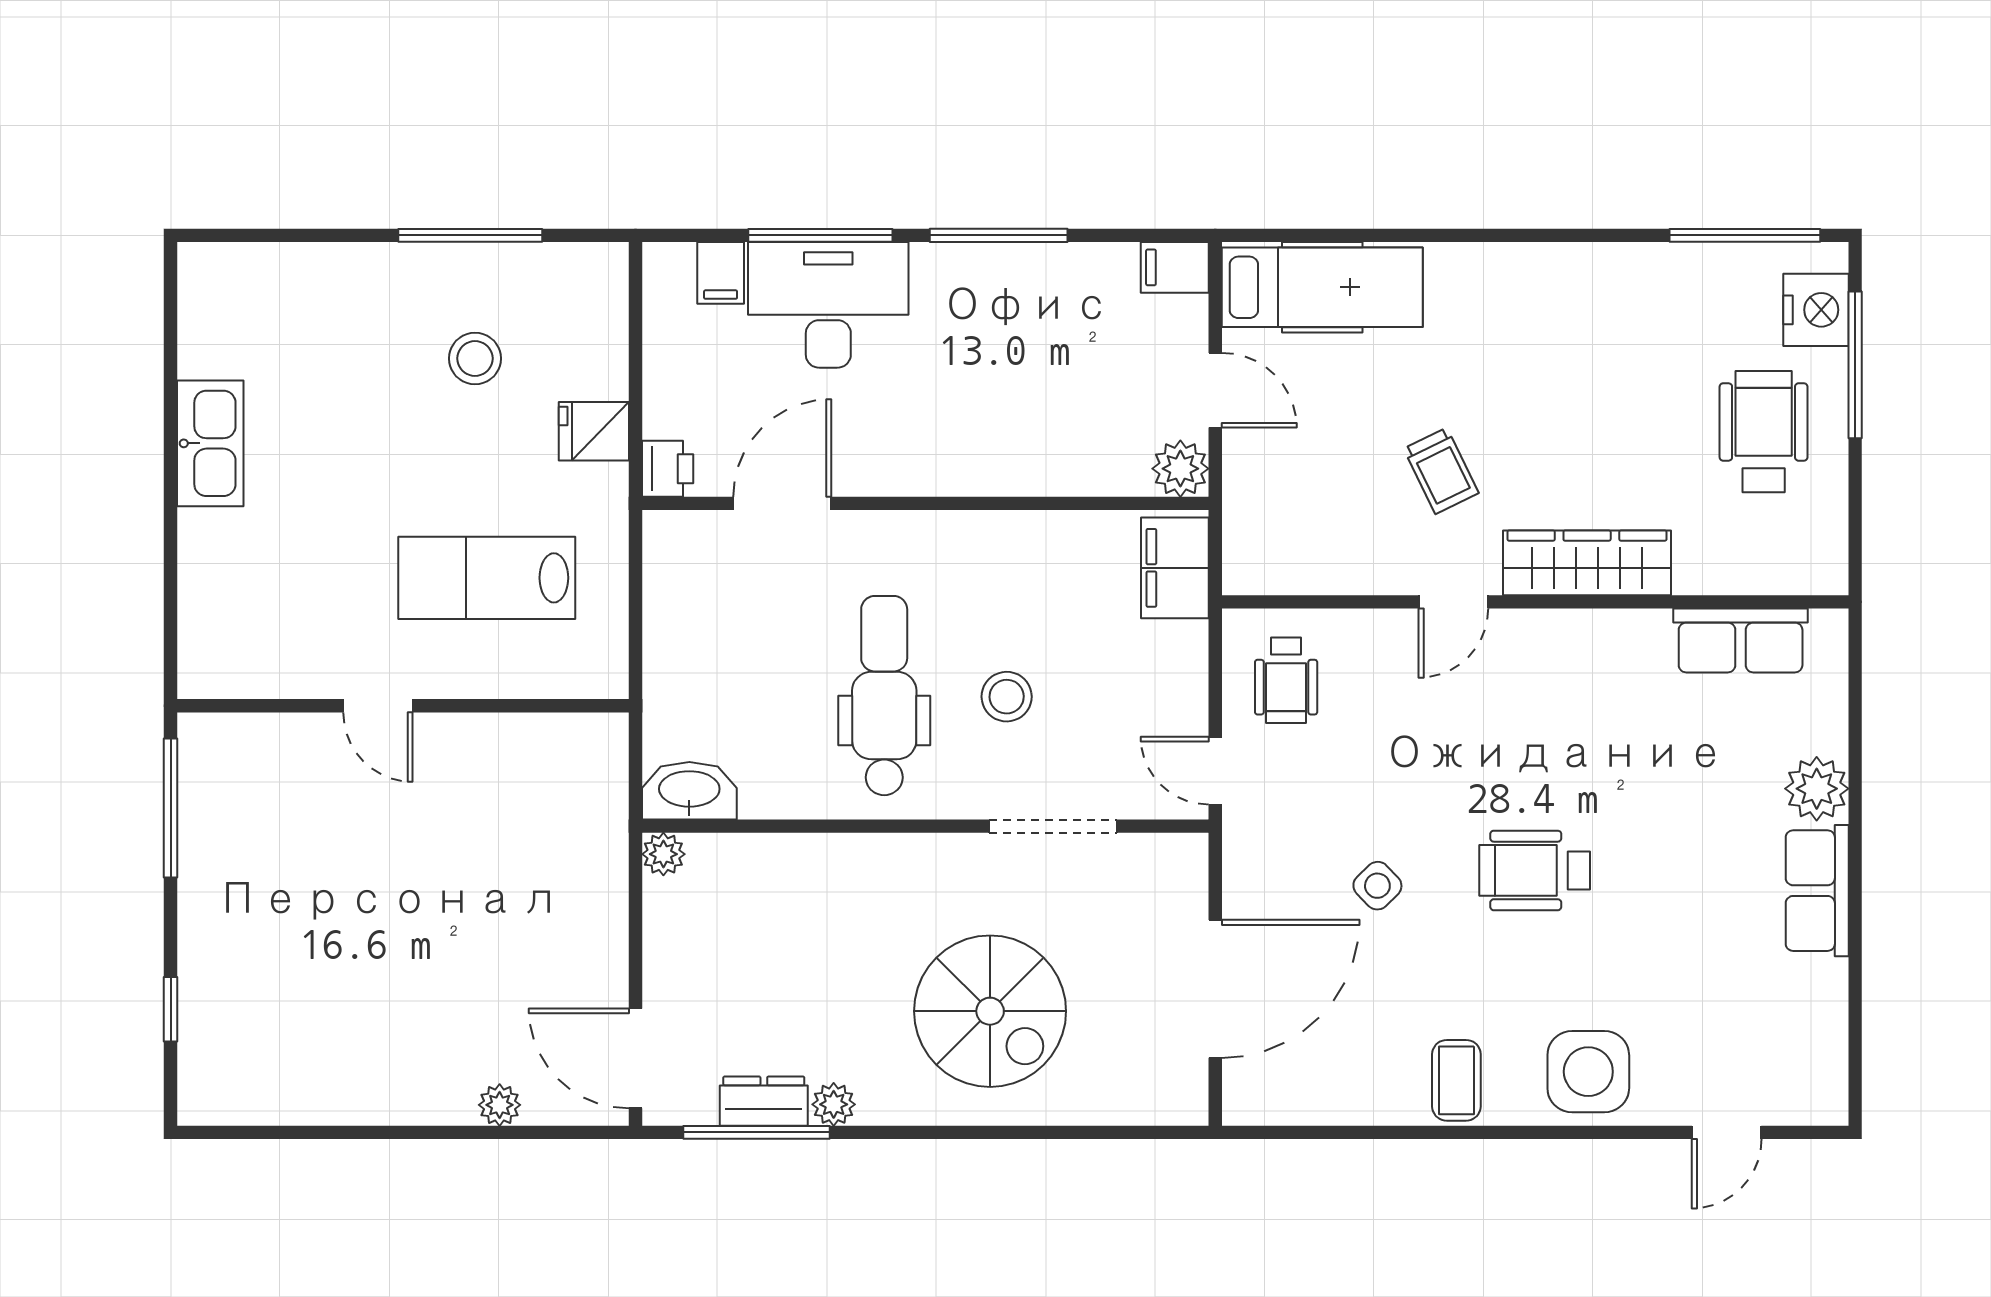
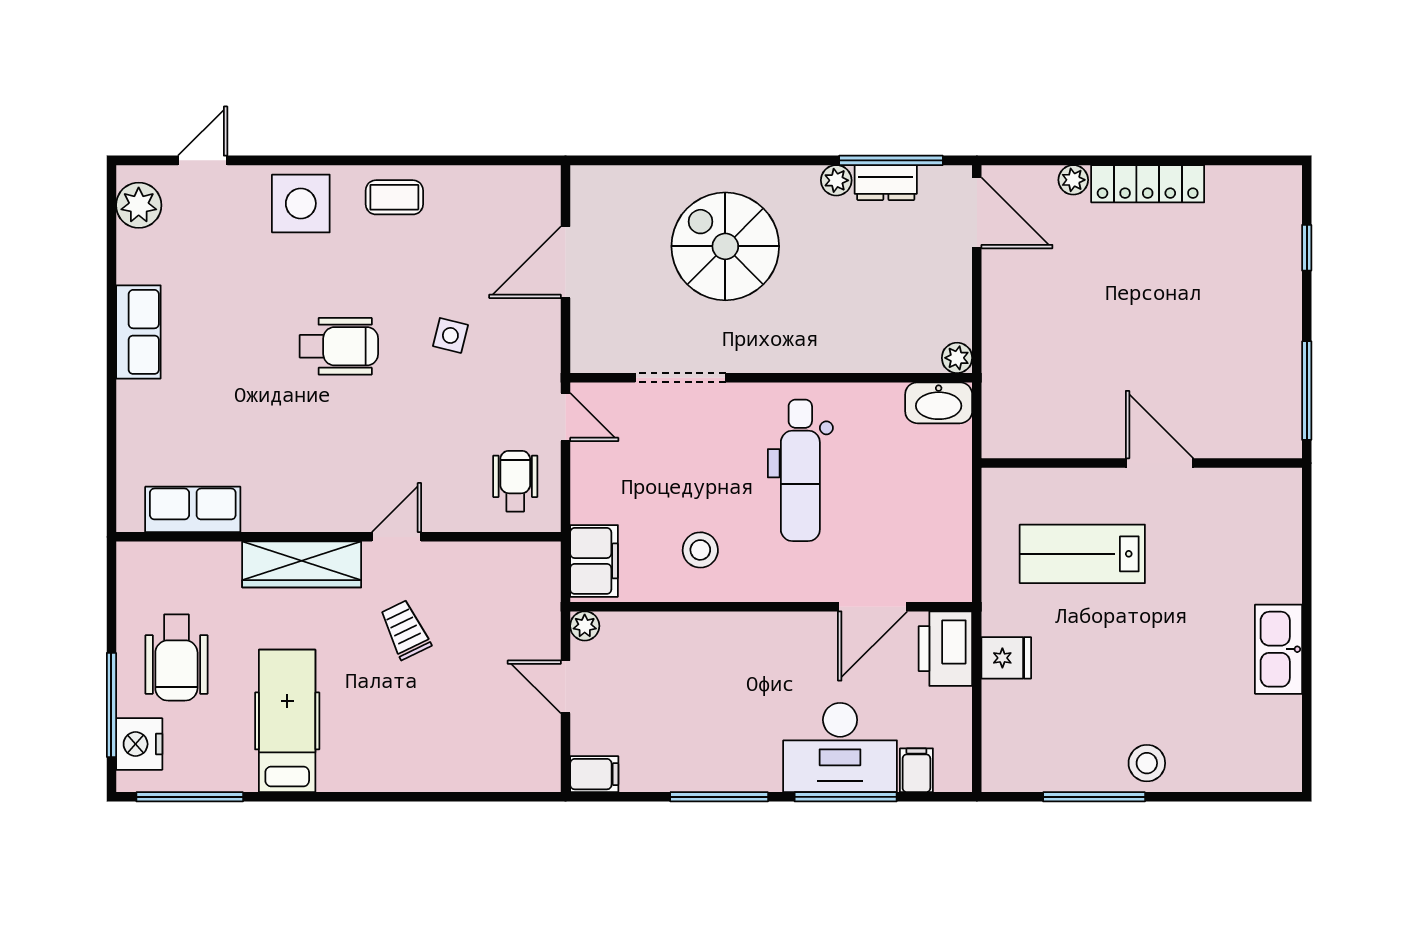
hospital bed: (1322, 287) -> (287, 721), moved, turned 90
stool: (475, 358) -> (1147, 763), moved
printer: (668, 469) -> (945, 649), width x1.87, depth x1.48
plant: (1180, 469) -> (585, 626), width x0.73, depth x0.73
lab bench: (487, 578) -> (1082, 554), turned 180
stool: (1007, 697) -> (700, 550), moved
door: (378, 706) -> (1160, 463), width x1.38
plant: (1817, 789) -> (139, 205), moved
side table: (1377, 886) -> (450, 335), turned -32
door: (1215, 989) -> (565, 262), width x0.73
coffee table: (1456, 1080) -> (394, 197), turned 90
locker: (395, 1099) -> (1148, 184), added

